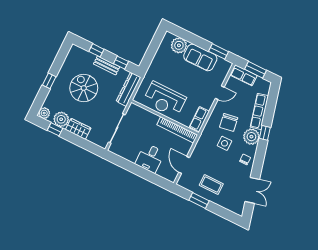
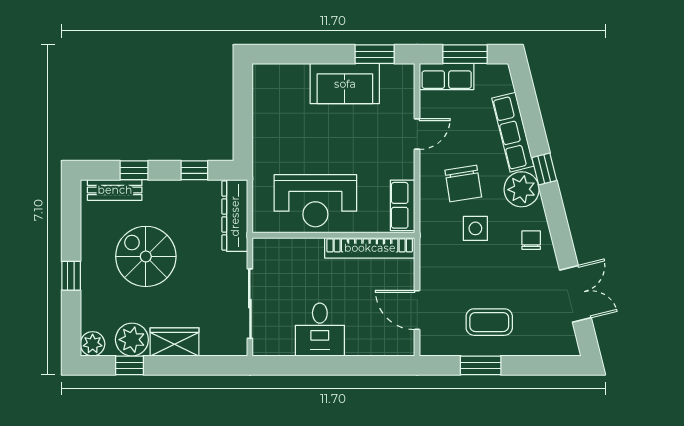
plant: (179, 45) -> (291, 81), removed
bench: (107, 65) -> (115, 190), moved
desk: (150, 158) -> (320, 330), moved

